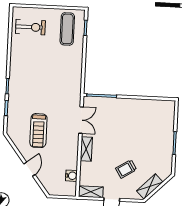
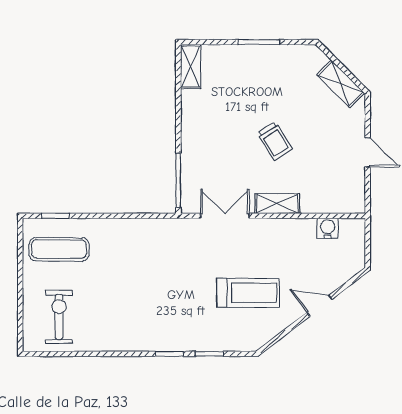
trolley: (126, 169) -> (275, 141), moved
shelving: (91, 192) -> (191, 67), moved

